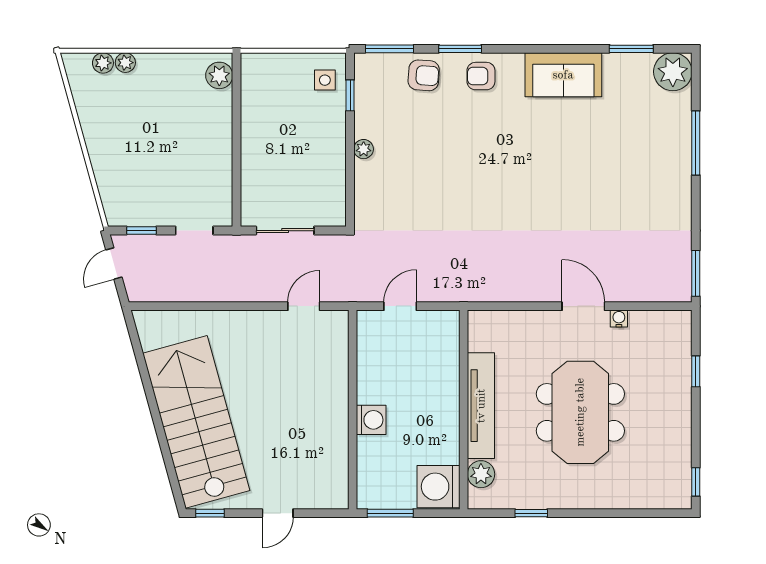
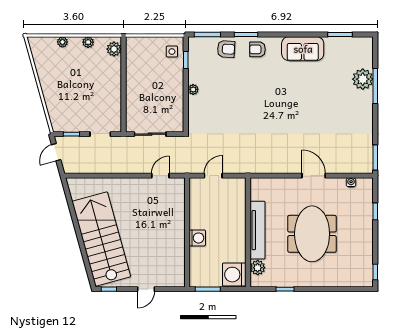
plant: (103, 63) -> (88, 42), moved
plant: (673, 72) -> (363, 79), moved
water cooler: (619, 319) -> (351, 182), moved

